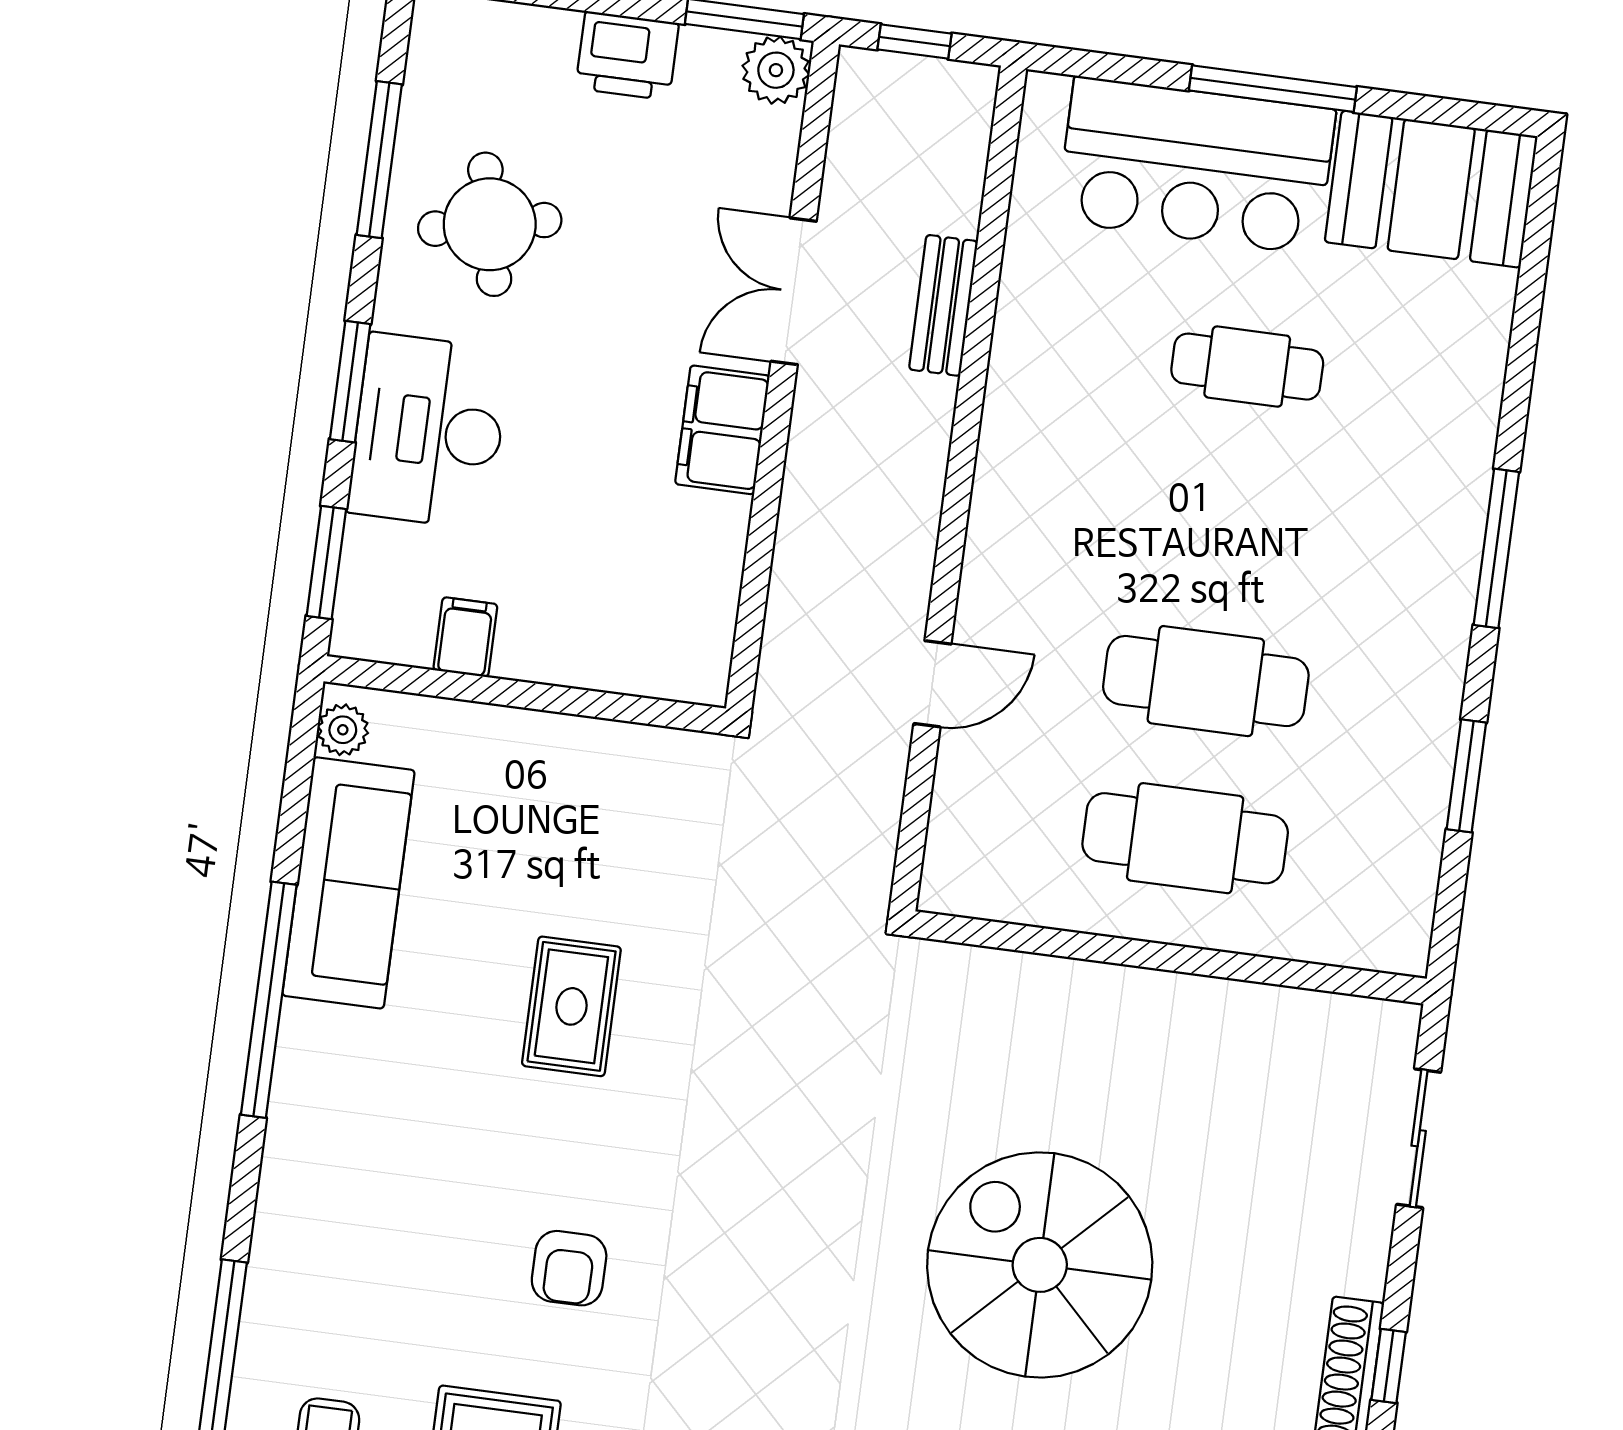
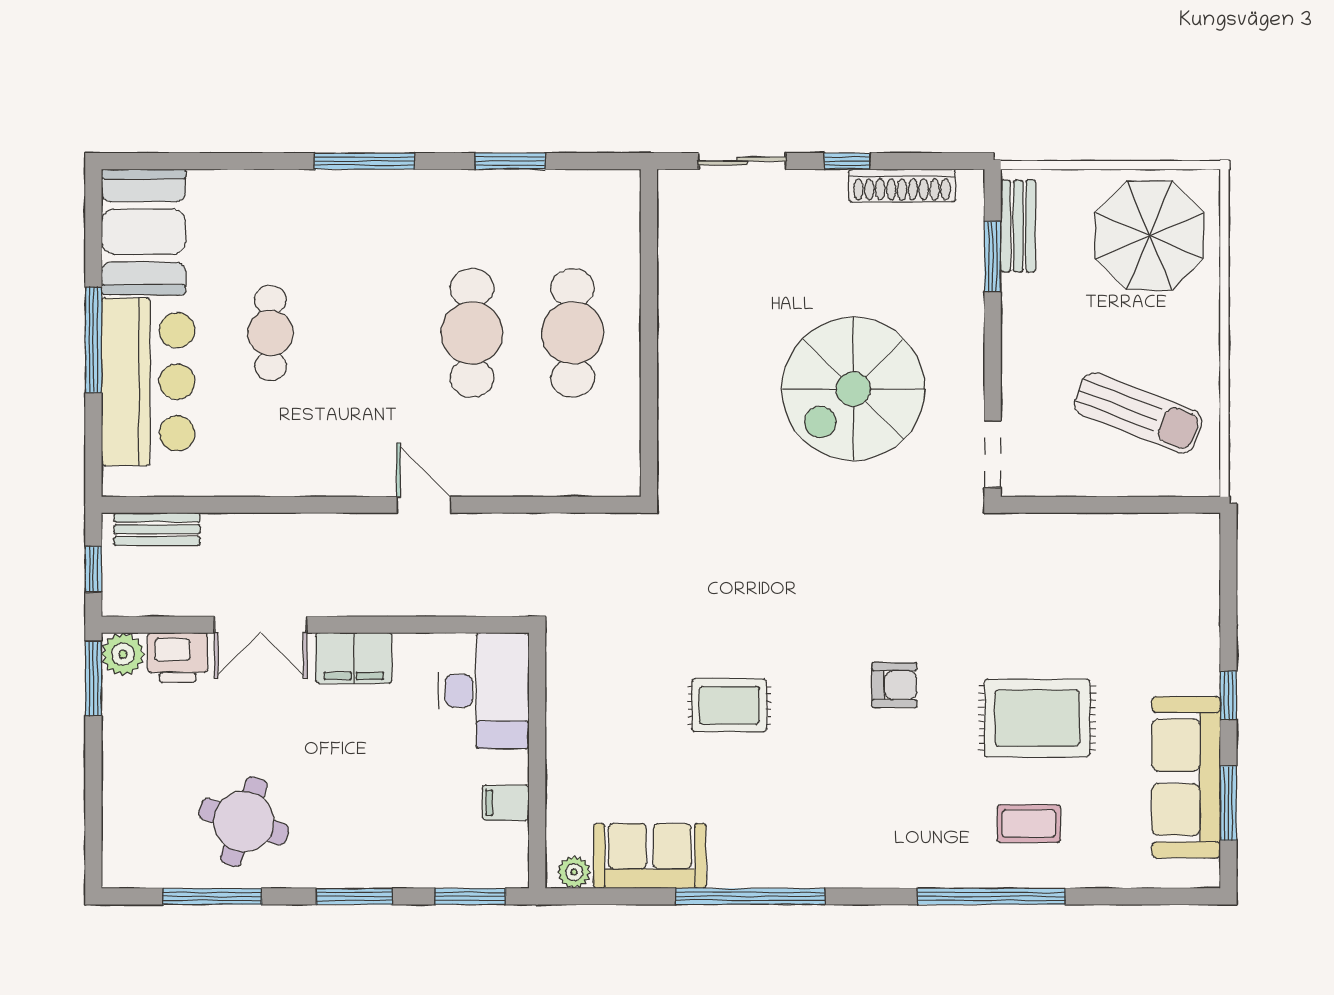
printer: (627, 56) -> (178, 657), moved, turned 90
round table: (490, 224) -> (244, 822), turned 31
bench: (943, 305) -> (157, 529), moved
desk: (429, 431) -> (483, 691), moved, turned -90
door: (932, 684) -> (424, 505), moved
sofa: (348, 883) -> (650, 856), width x0.73
window: (1389, 1366) -> (847, 161), moved

